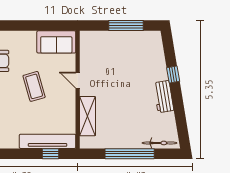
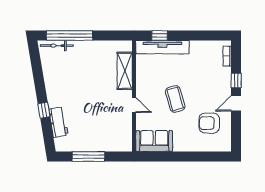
workbench: (164, 97) -> (58, 122), moved
window: (130, 154) -> (70, 36), moved

